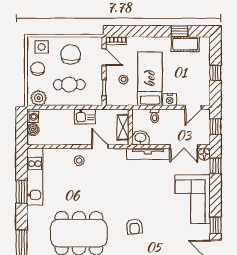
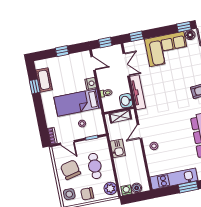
chair: (71, 54) -> (70, 170), turned 77
door: (104, 57) -> (67, 143), swing flipped
floor lamp: (204, 154) -> (190, 35), moved

